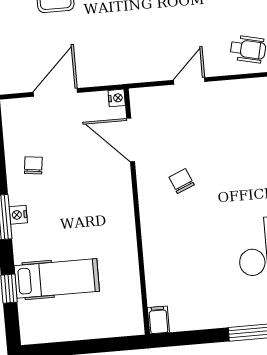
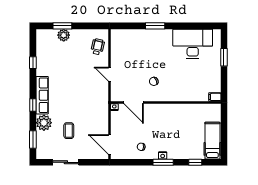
door: (55, 92) -> (110, 144), moved
door: (131, 140) -> (134, 102), hinge flipped
hospital bed: (57, 278) -> (212, 141), moved

